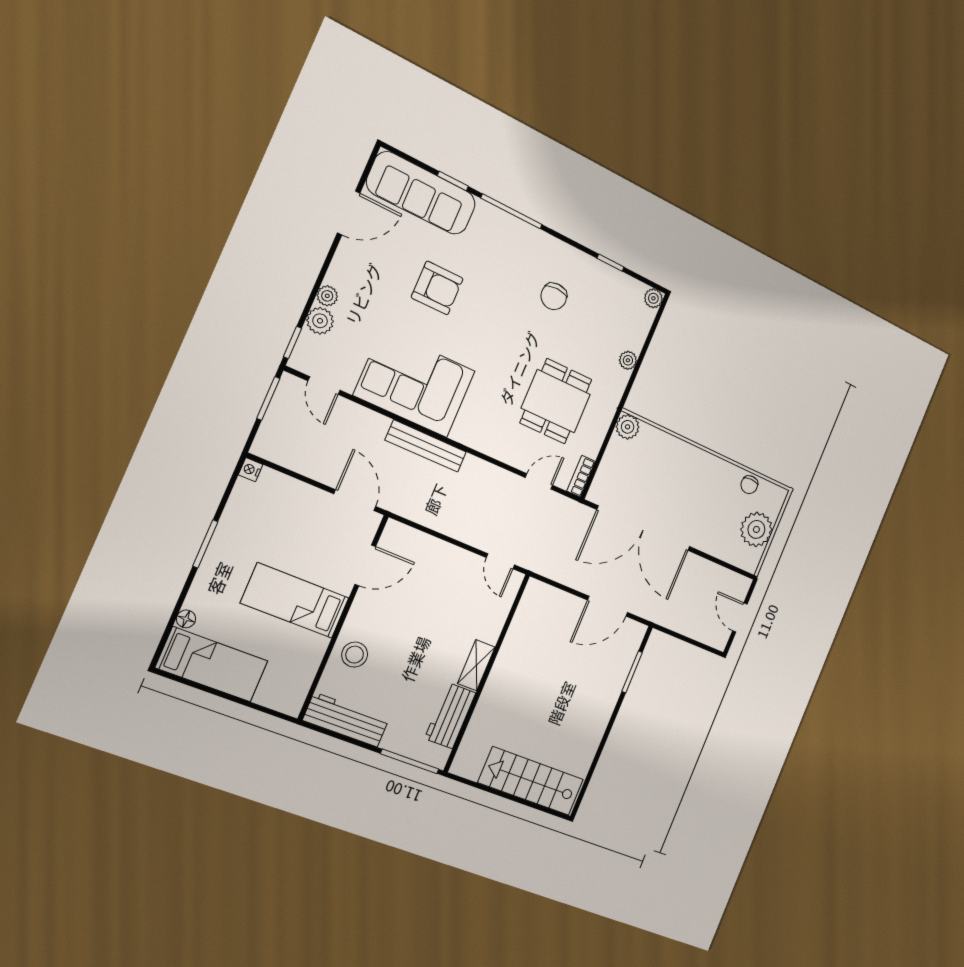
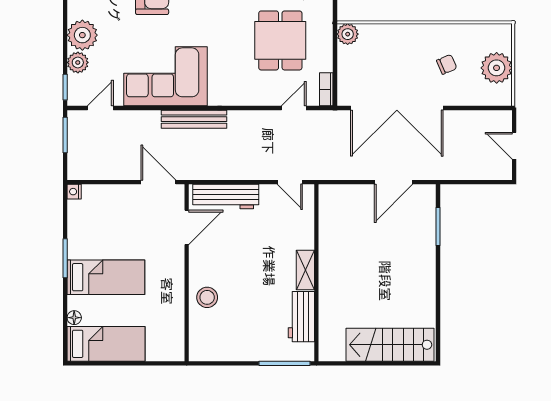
plant: (327, 296) -> (82, 35), width x1.87, depth x1.87
door: (324, 386) -> (100, 108), swing flipped
chair: (749, 485) -> (447, 64), moved, turned -113
bed: (295, 600) -> (106, 277), moved, turned 180
workbench: (346, 720) -> (226, 197), moved, turned 180

